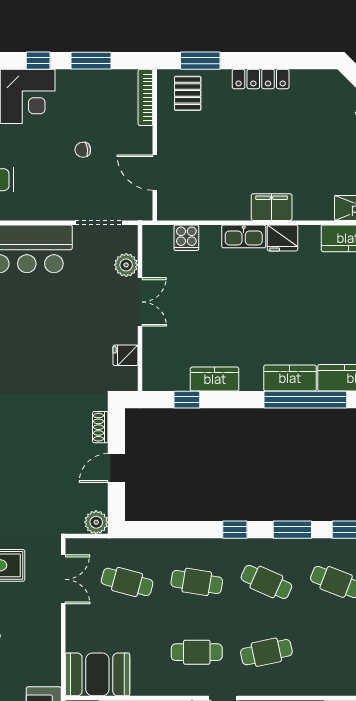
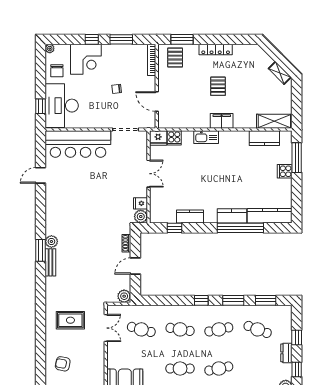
pallet: (265, 145) -> (218, 86), added
fridge: (283, 238) -> (158, 138), moved
plant: (126, 265) -> (141, 217), moved
cafe table: (266, 582) -> (219, 329), turned -36

